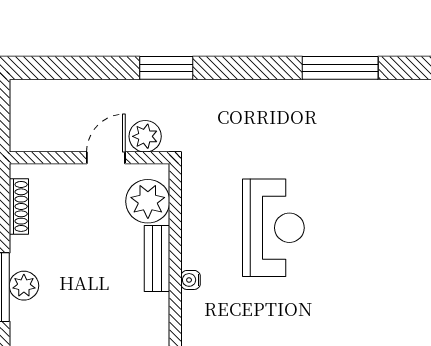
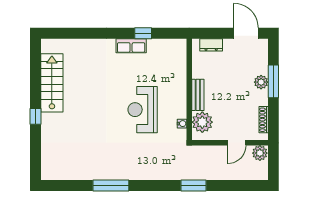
plant: (145, 136) -> (260, 153), moved
door: (106, 158) -> (237, 143), moved
water cooler: (191, 280) -> (182, 124), moved

